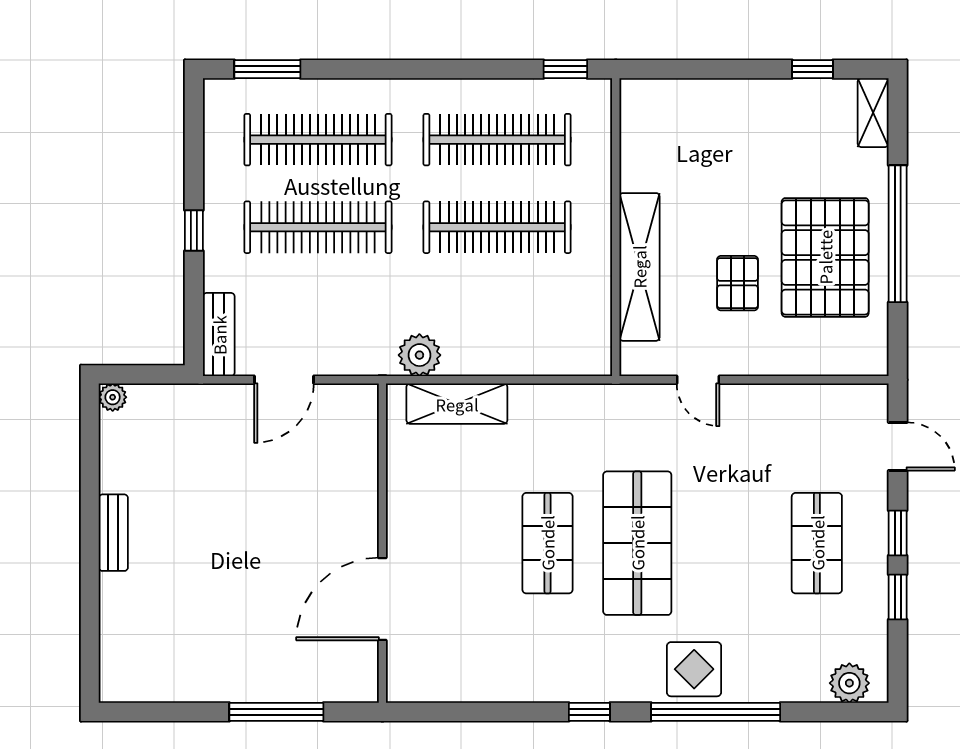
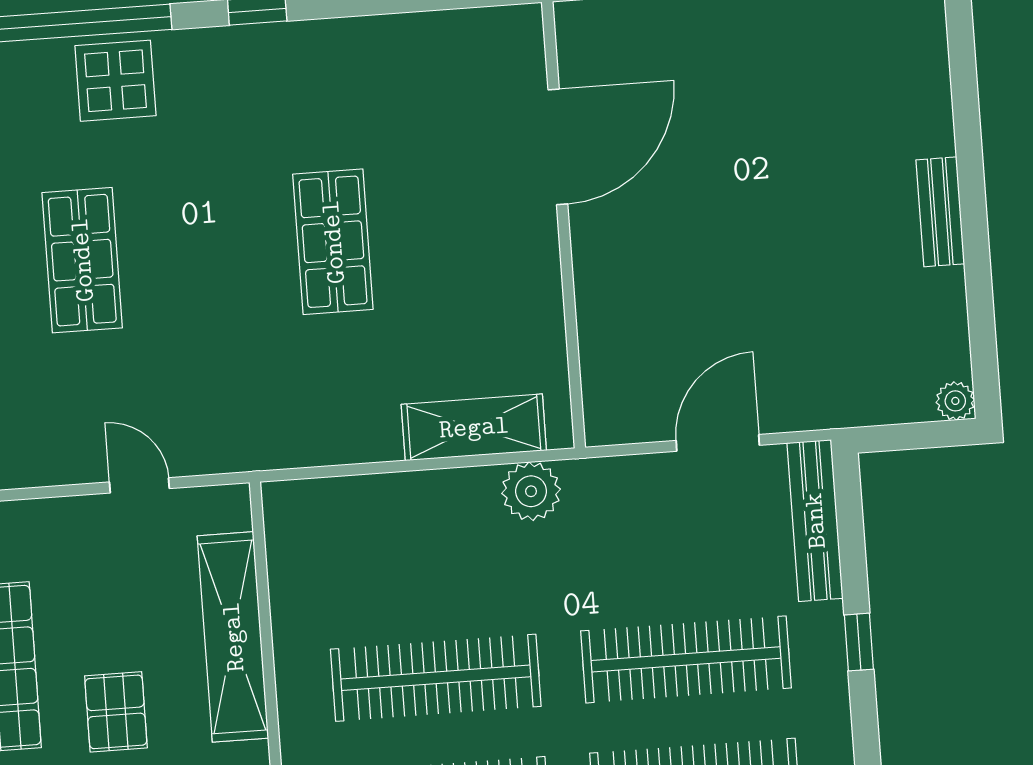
pallet: (737, 283) -> (116, 712), moved
bench: (219, 335) -> (815, 521), width x1.36
shop shelf: (637, 543) -> (82, 260), moved, width x0.70, depth x0.74

